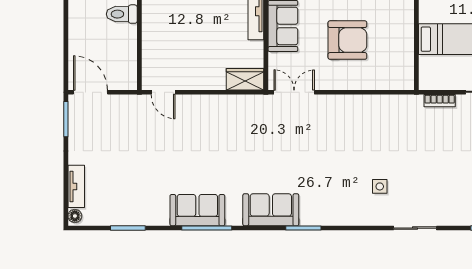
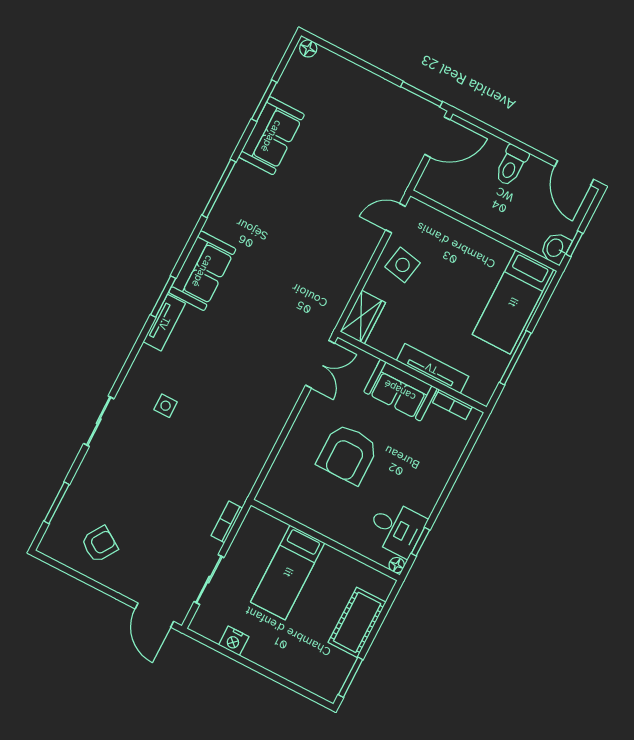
toilet: (122, 14) -> (511, 165), moved, turned 180
side table: (194, 70) -> (403, 265), added
tv unit: (76, 186) -> (164, 323), moved, turned -90
sofa: (197, 210) -> (271, 136), moved

